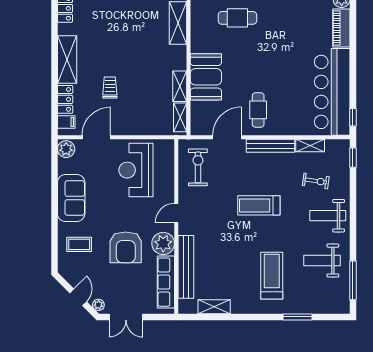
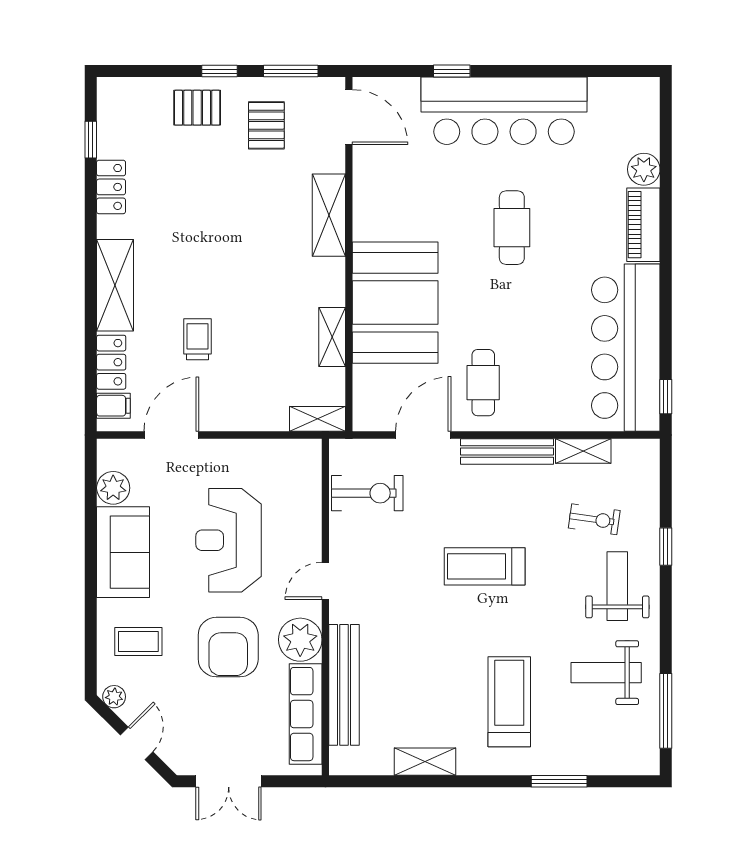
cafe table: (237, 18) -> (512, 228), moved, turned 90
booth: (206, 77) -> (395, 303), width x1.36, depth x1.42
shelving: (180, 117) -> (318, 419), moved, turned 90
plant: (66, 149) -> (113, 488), moved
window: (353, 158) -> (666, 547), moved
exercise bike: (198, 167) -> (367, 493), turned 90
reception desk: (136, 170) -> (229, 540), moved
weight bench: (328, 216) -> (617, 586), turned 90
plant: (98, 305) -> (114, 697), moved
shelving: (214, 307) -> (425, 762), moved

